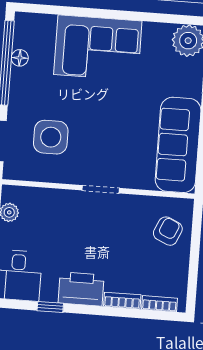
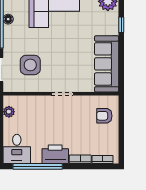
armchair: (168, 231) -> (104, 116), turned -114
window: (50, 307) -> (38, 166), width x3.17

